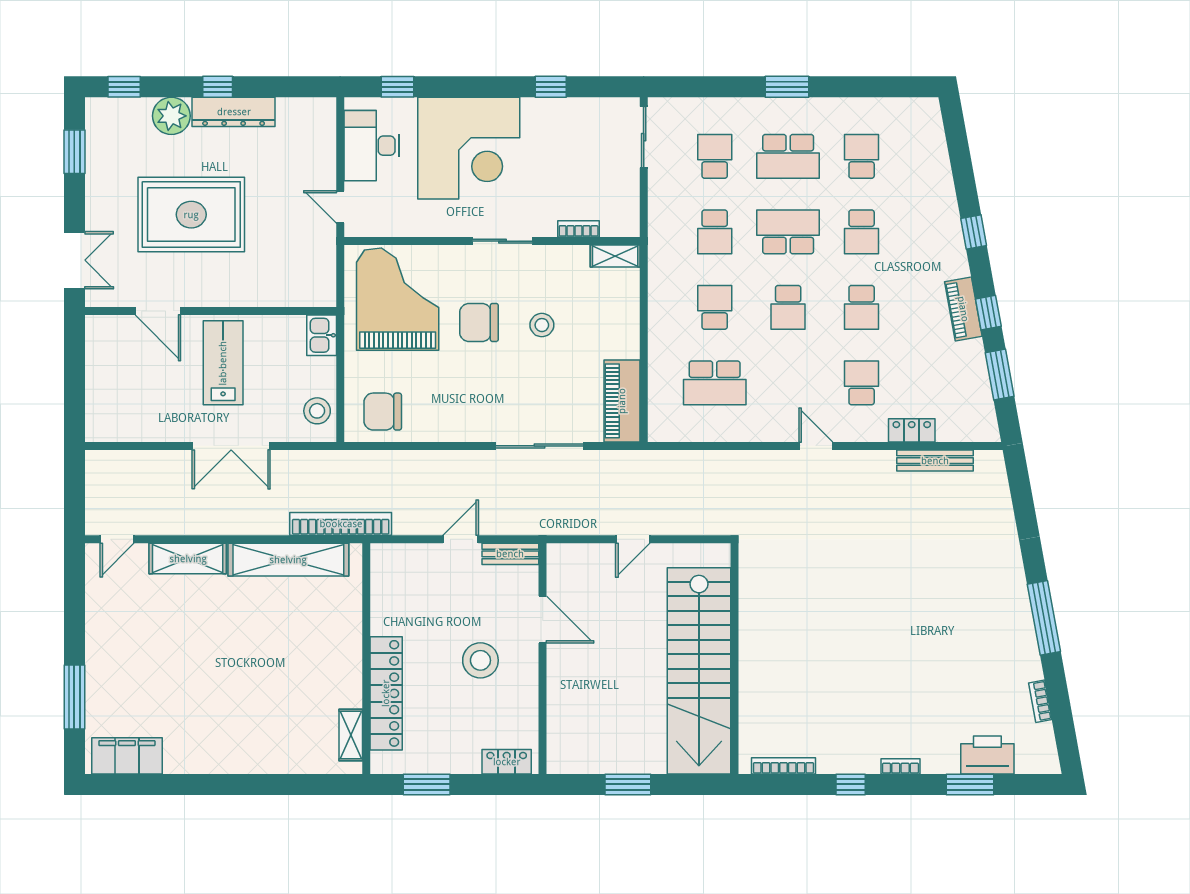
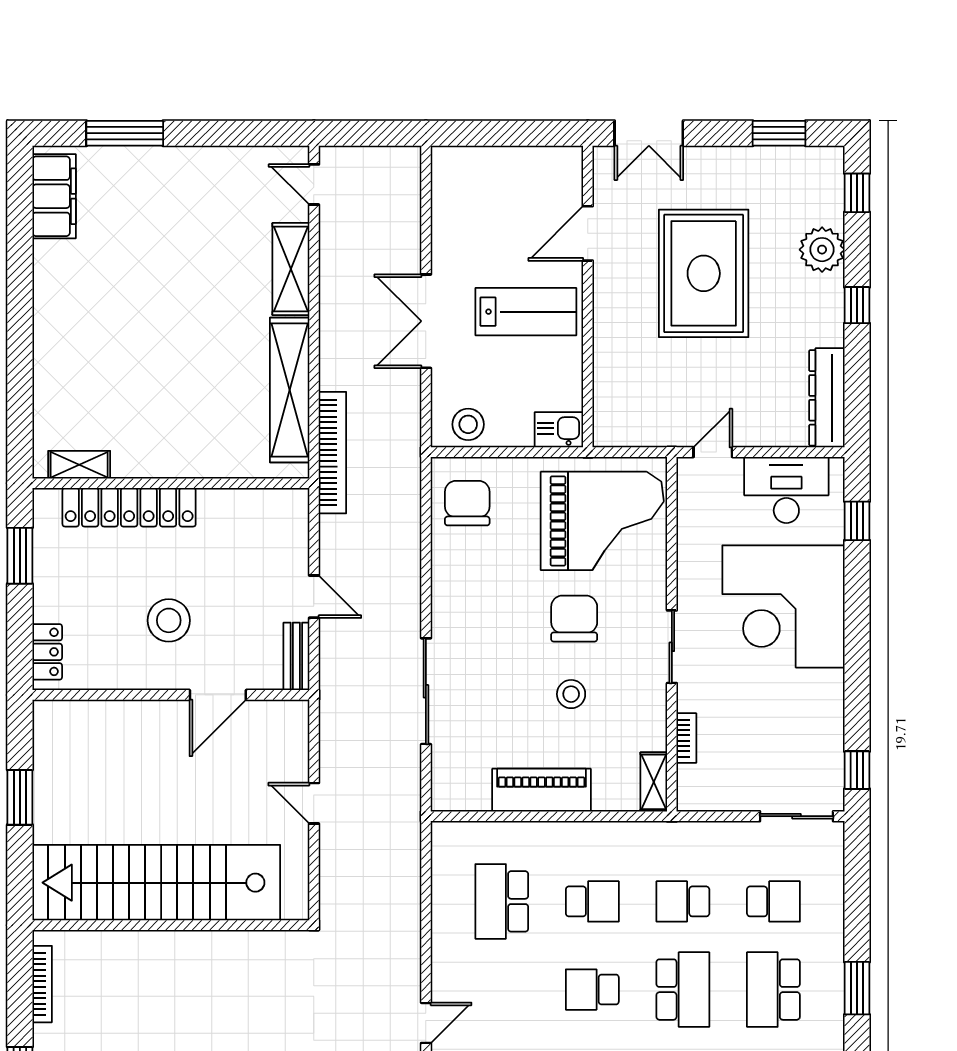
window: (551, 87) -> (857, 770), moved
dresser: (234, 112) -> (827, 398), moved
piano: (622, 401) -> (541, 790), moved

